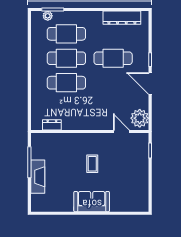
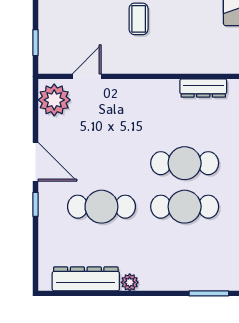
plant: (48, 16) -> (130, 282), moved
cafe table: (66, 34) -> (185, 250), removed
dresser: (52, 125) -> (203, 88), width x1.44
door: (121, 131) -> (87, 76), swing flipped

